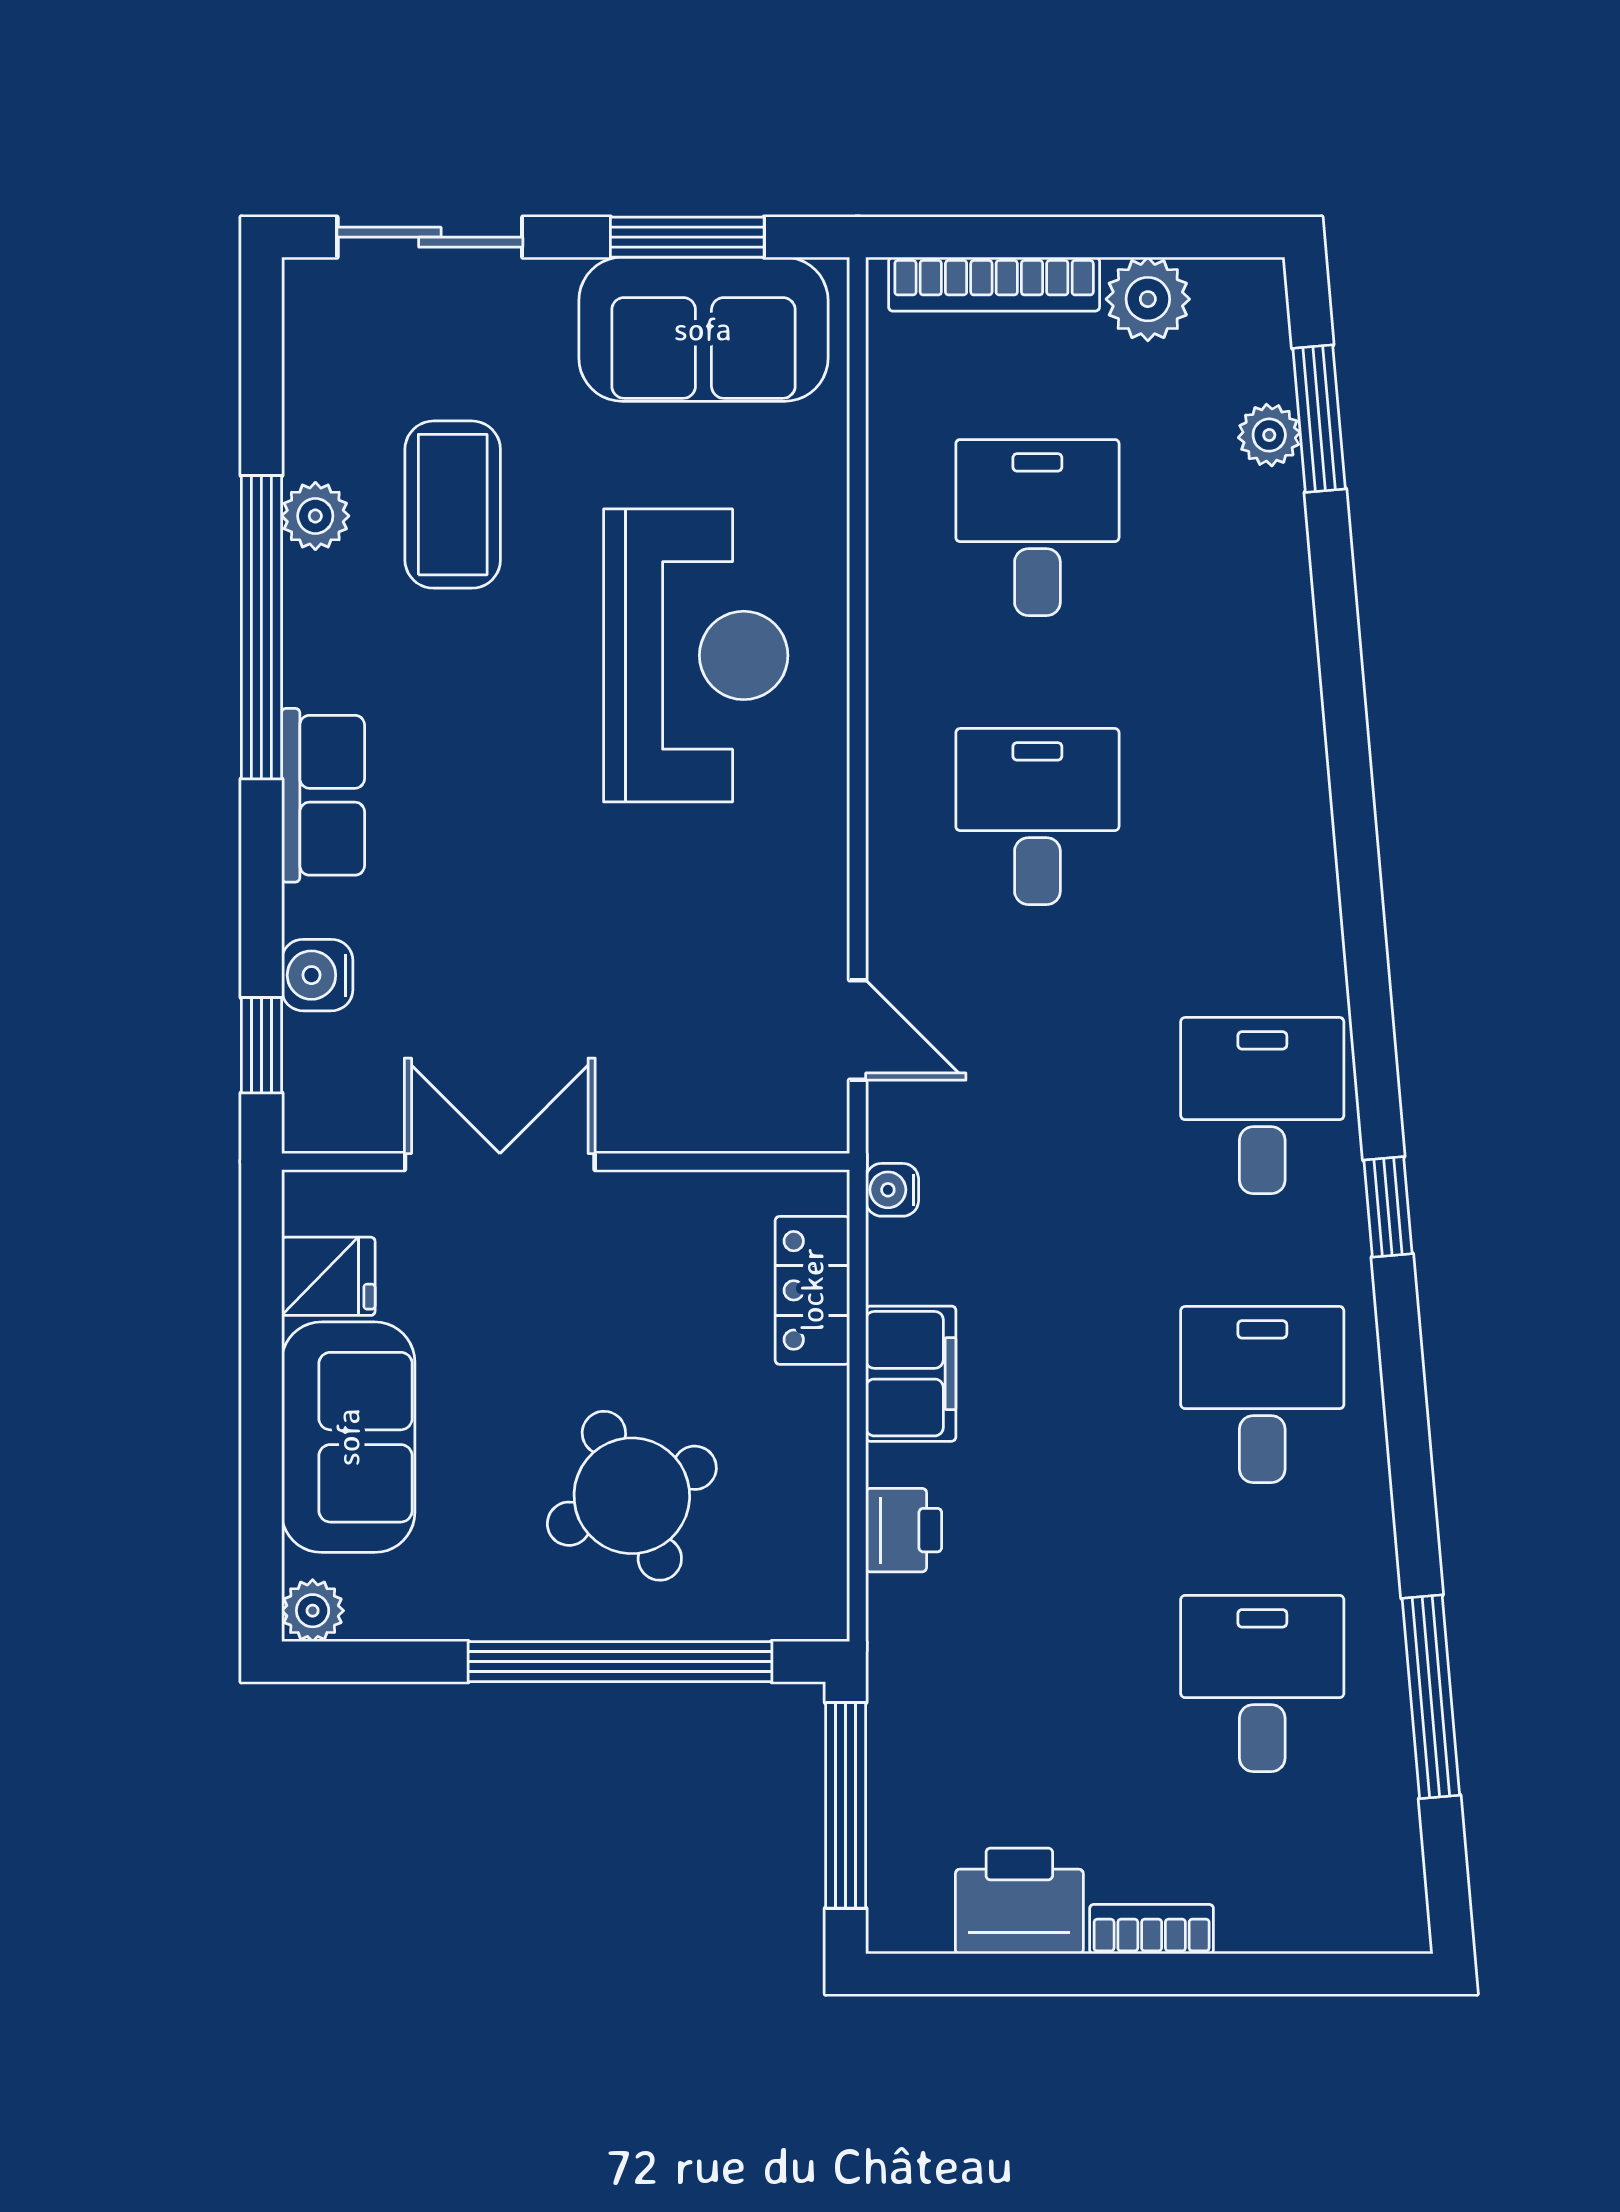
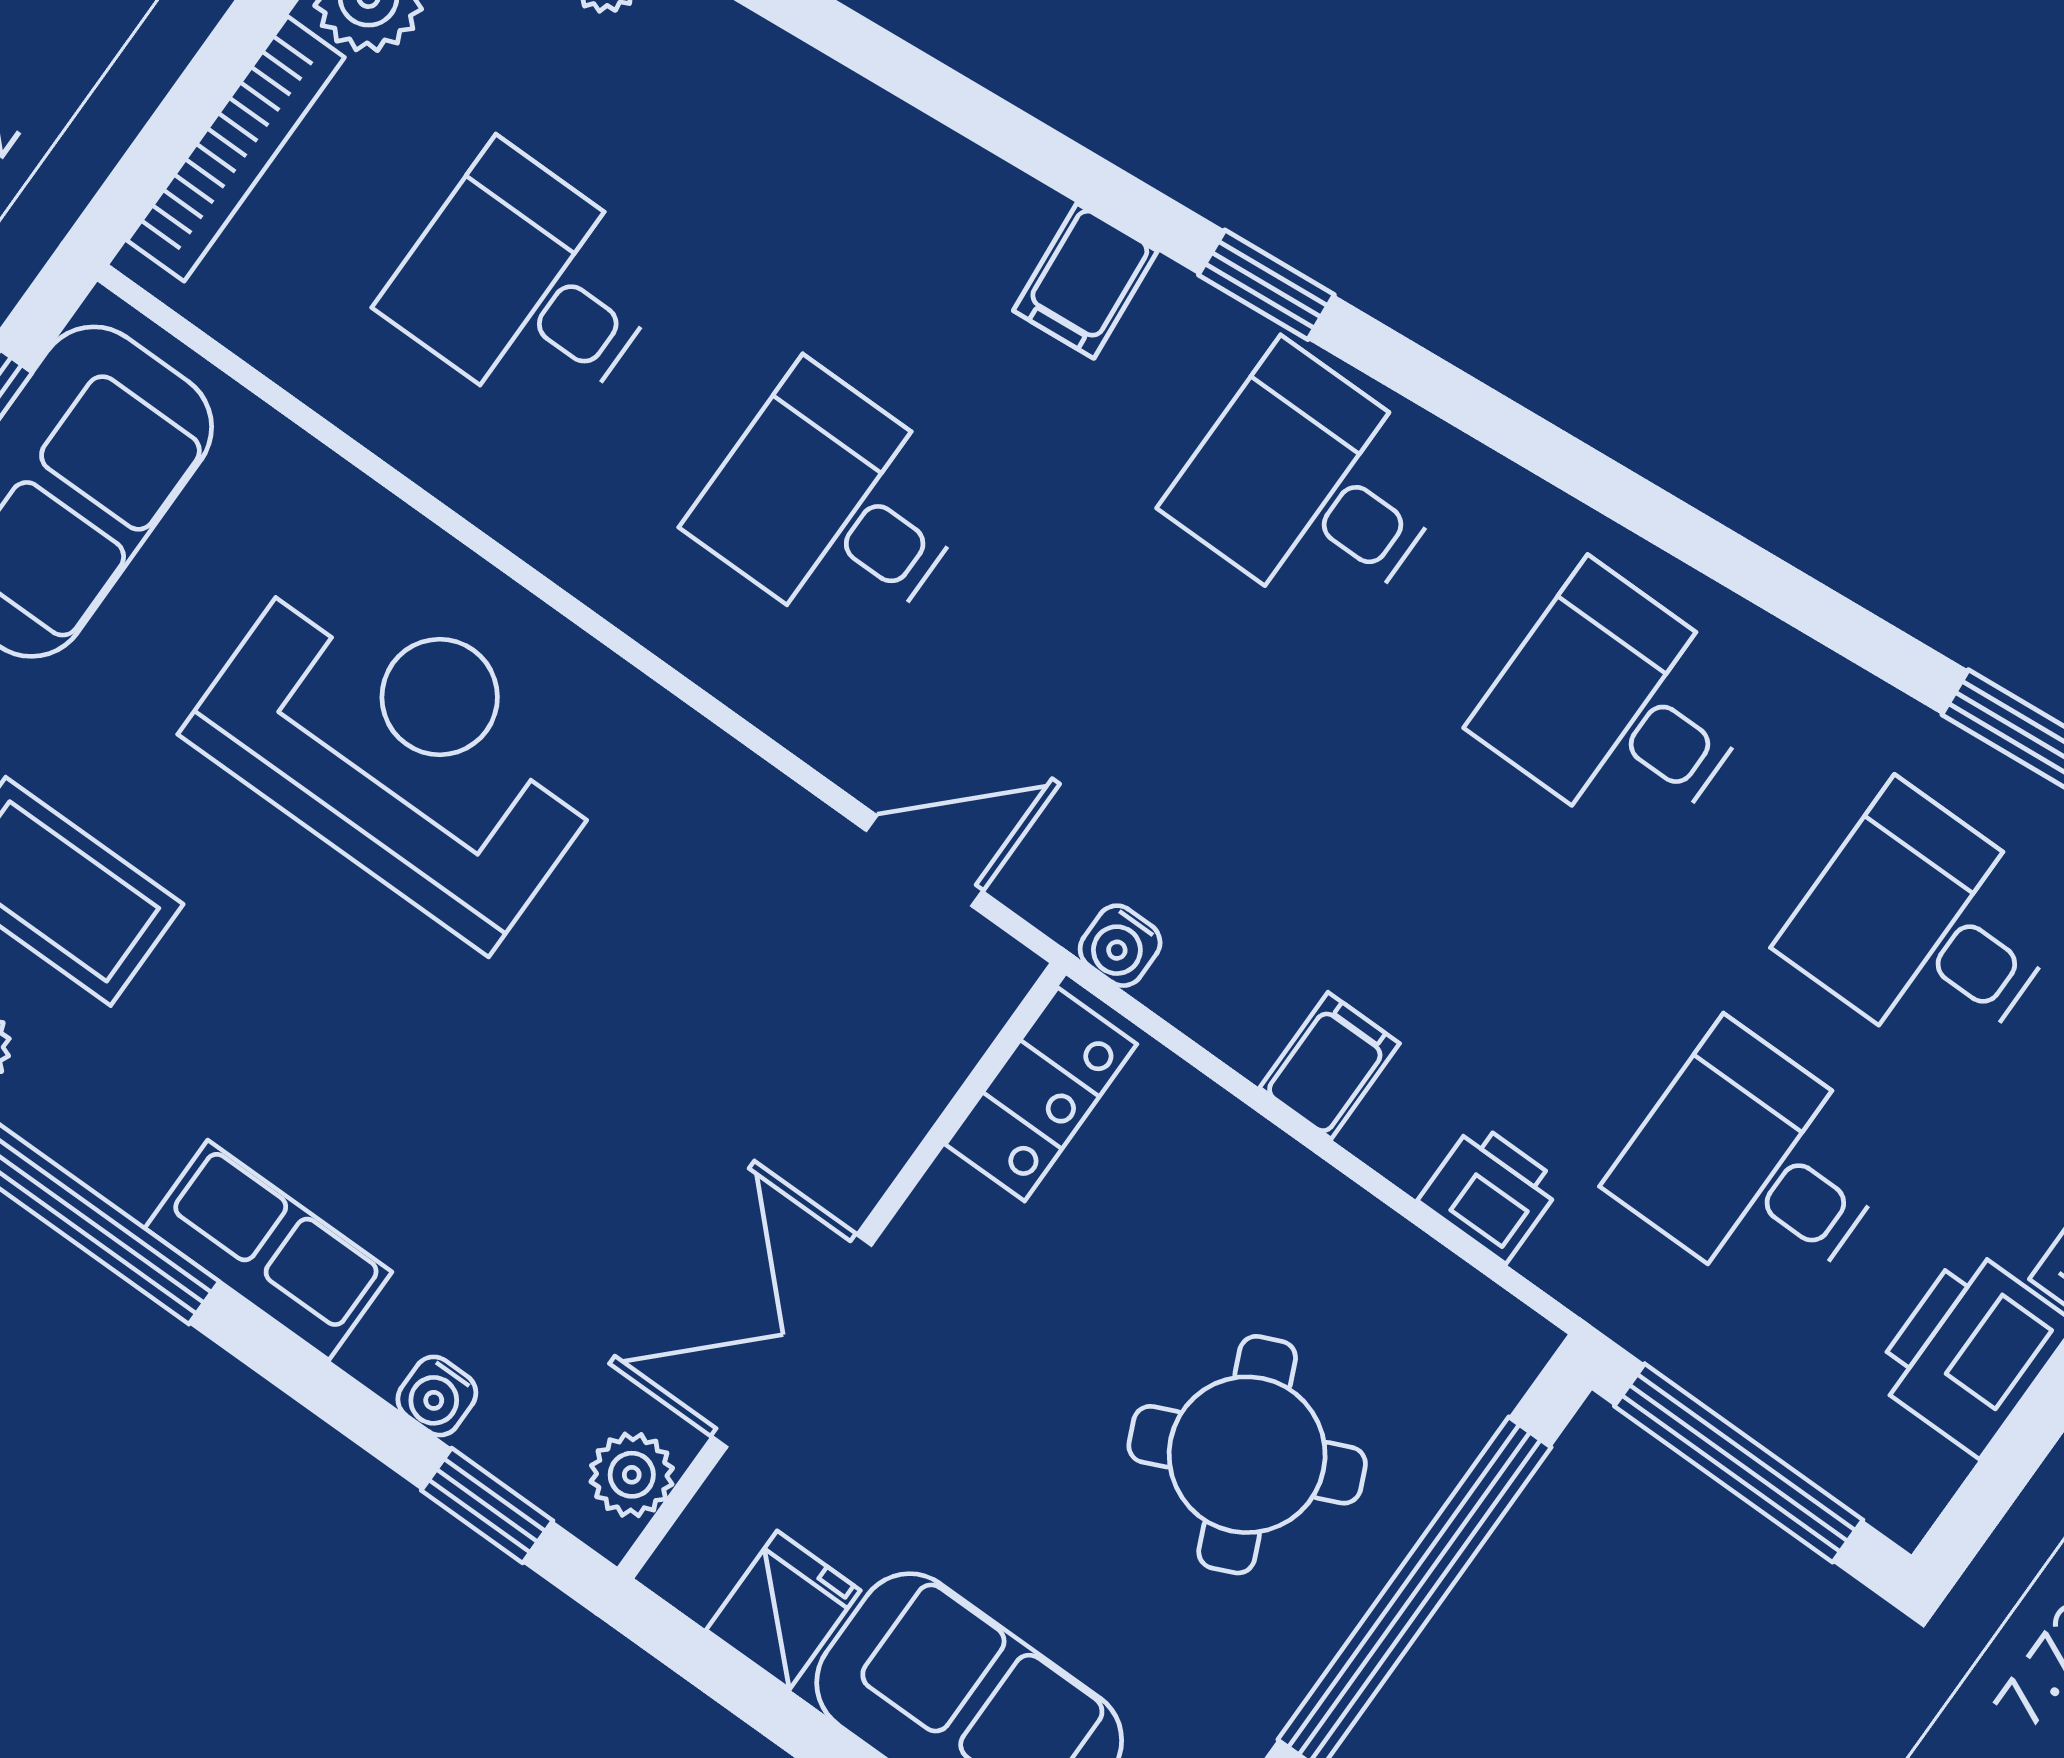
filing cabinet: (1291, 872) -> (1085, 281), added
water cooler: (317, 975) -> (437, 1396), width x0.72, depth x0.72
plant: (345, 1122) -> (632, 1475), added
window: (1388, 1207) -> (1266, 285), moved
locker: (812, 1290) -> (1041, 1094), moved, turned -90
filing cabinet: (911, 1374) -> (1330, 1066), width x0.50
desk: (1037, 1683) -> (1755, 1167), added

